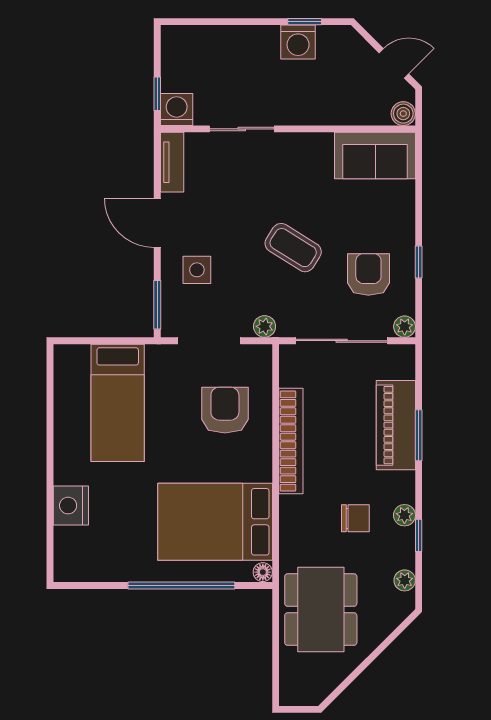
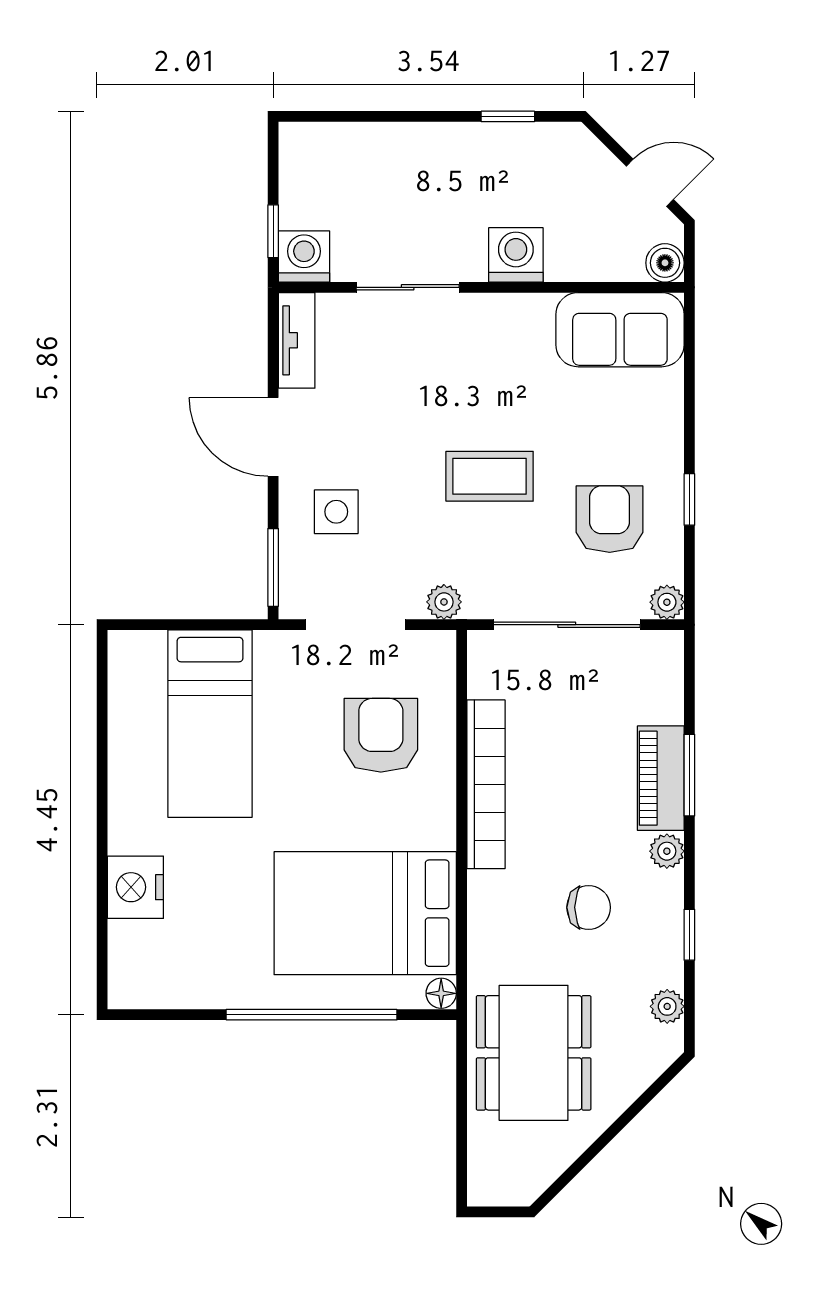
washing machine: (298, 42) -> (516, 255), moved, turned 180
coffee table: (293, 248) -> (490, 476), turned -32
piano: (396, 425) -> (661, 778), width x0.73, depth x0.75
plant: (404, 515) -> (667, 851), moved

